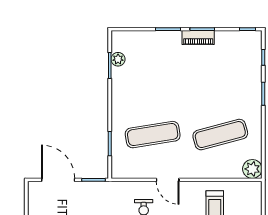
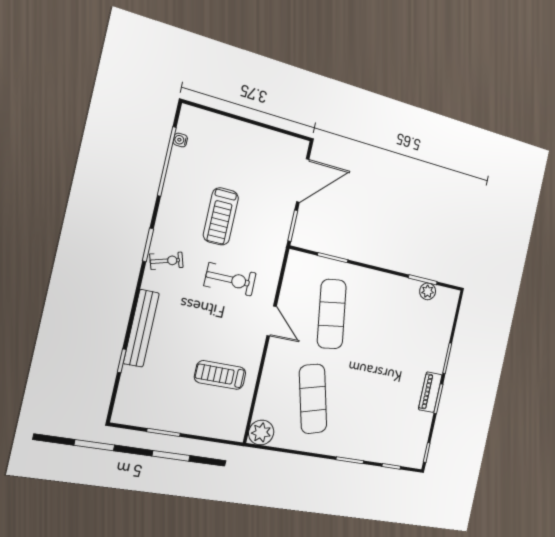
door: (168, 180) -> (272, 321), swing flipped

